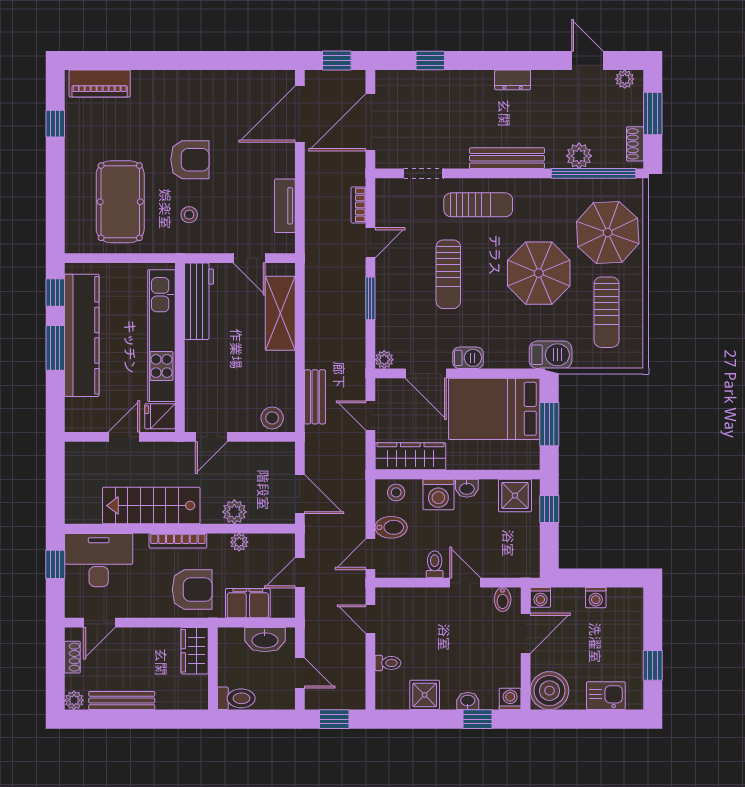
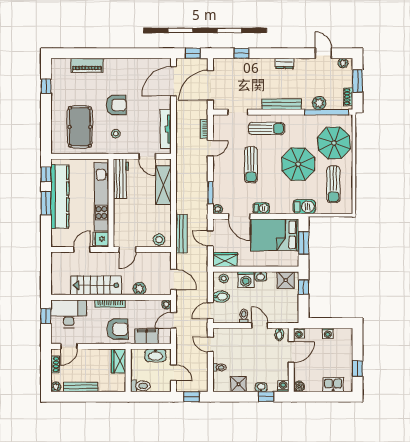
piano: (100, 84) -> (87, 65), moved
tv unit: (285, 206) -> (166, 129), width x1.41
window: (370, 298) -> (210, 193), moved
bench: (315, 397) -> (181, 234), width x1.36
wardrobe: (410, 456) -> (225, 260), width x0.67
plant: (239, 542) -> (166, 304), moved
boiler: (549, 691) -> (299, 386), width x0.54, depth x0.54

